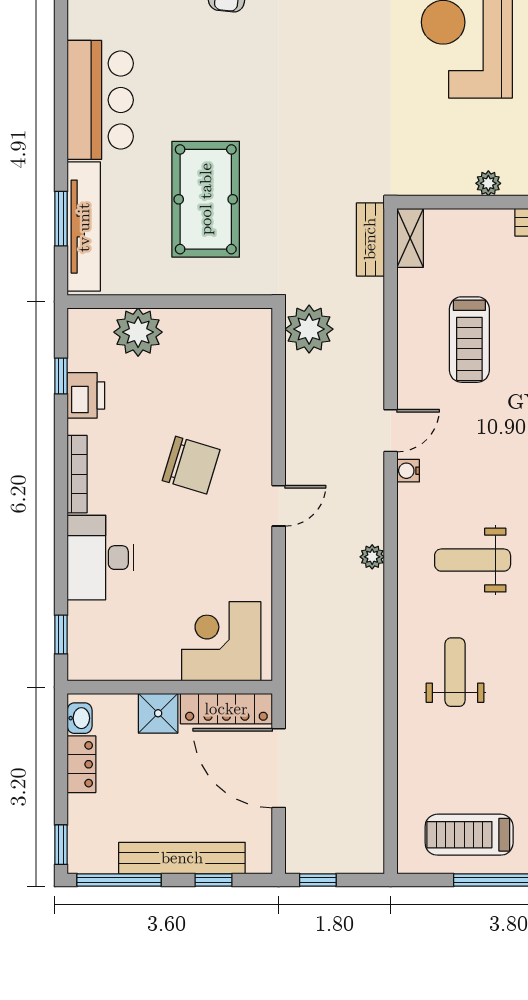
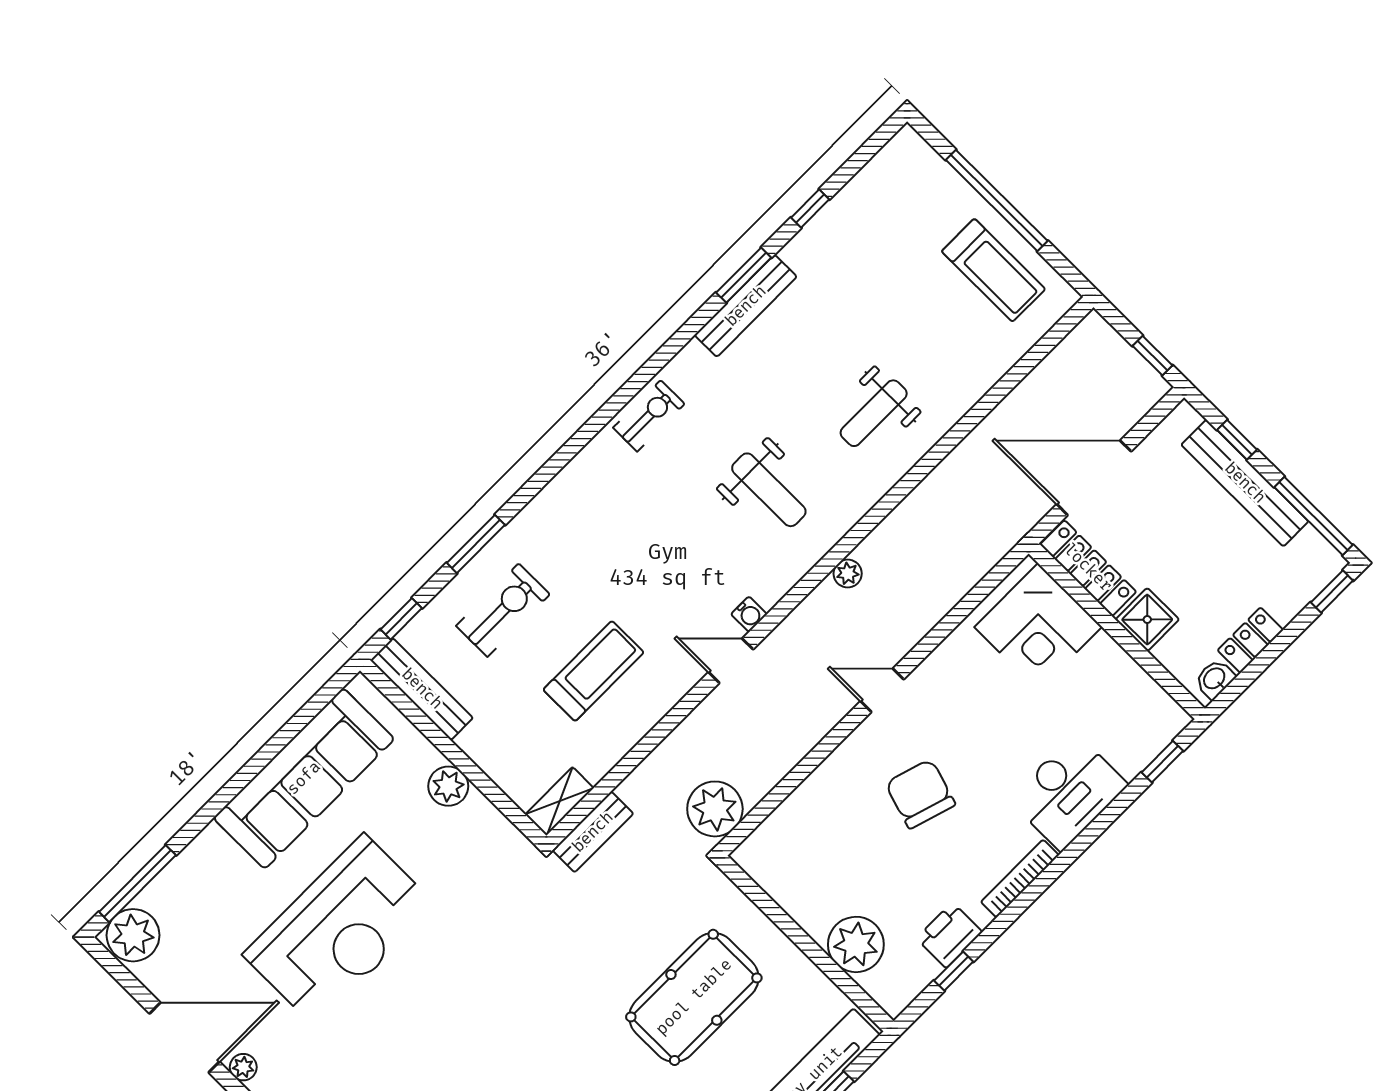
plant: (488, 183) -> (448, 786), width x1.38, depth x1.38
door: (279, 768) -> (1094, 478), swing flipped

